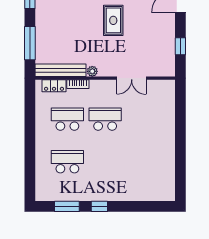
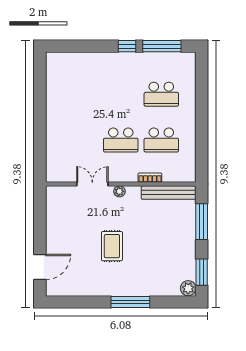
window: (180, 46) -> (40, 218), removed
plant: (92, 71) -> (119, 191), moved
locker: (54, 86) -> (176, 176), removed
window: (67, 206) -> (162, 46), width x1.44

